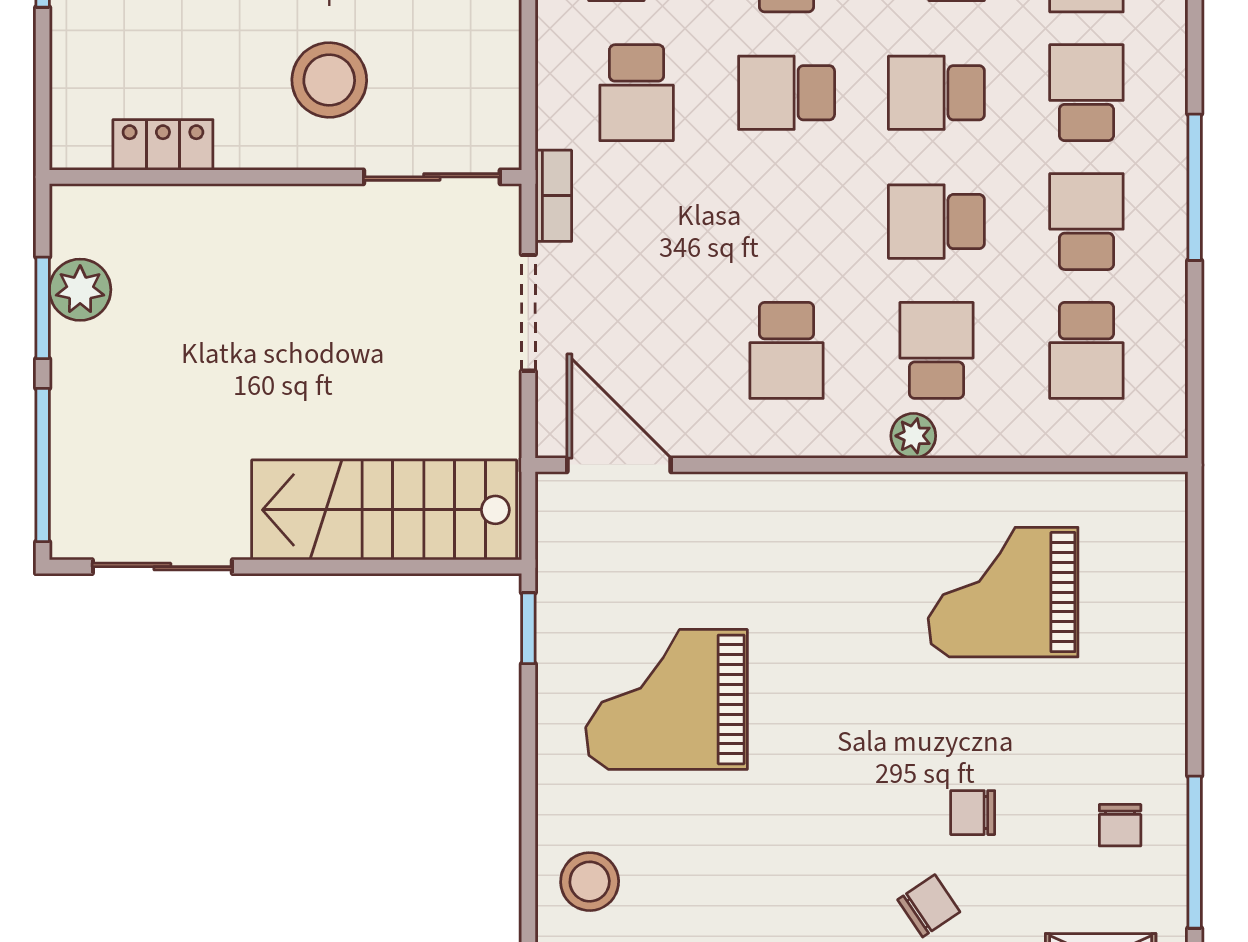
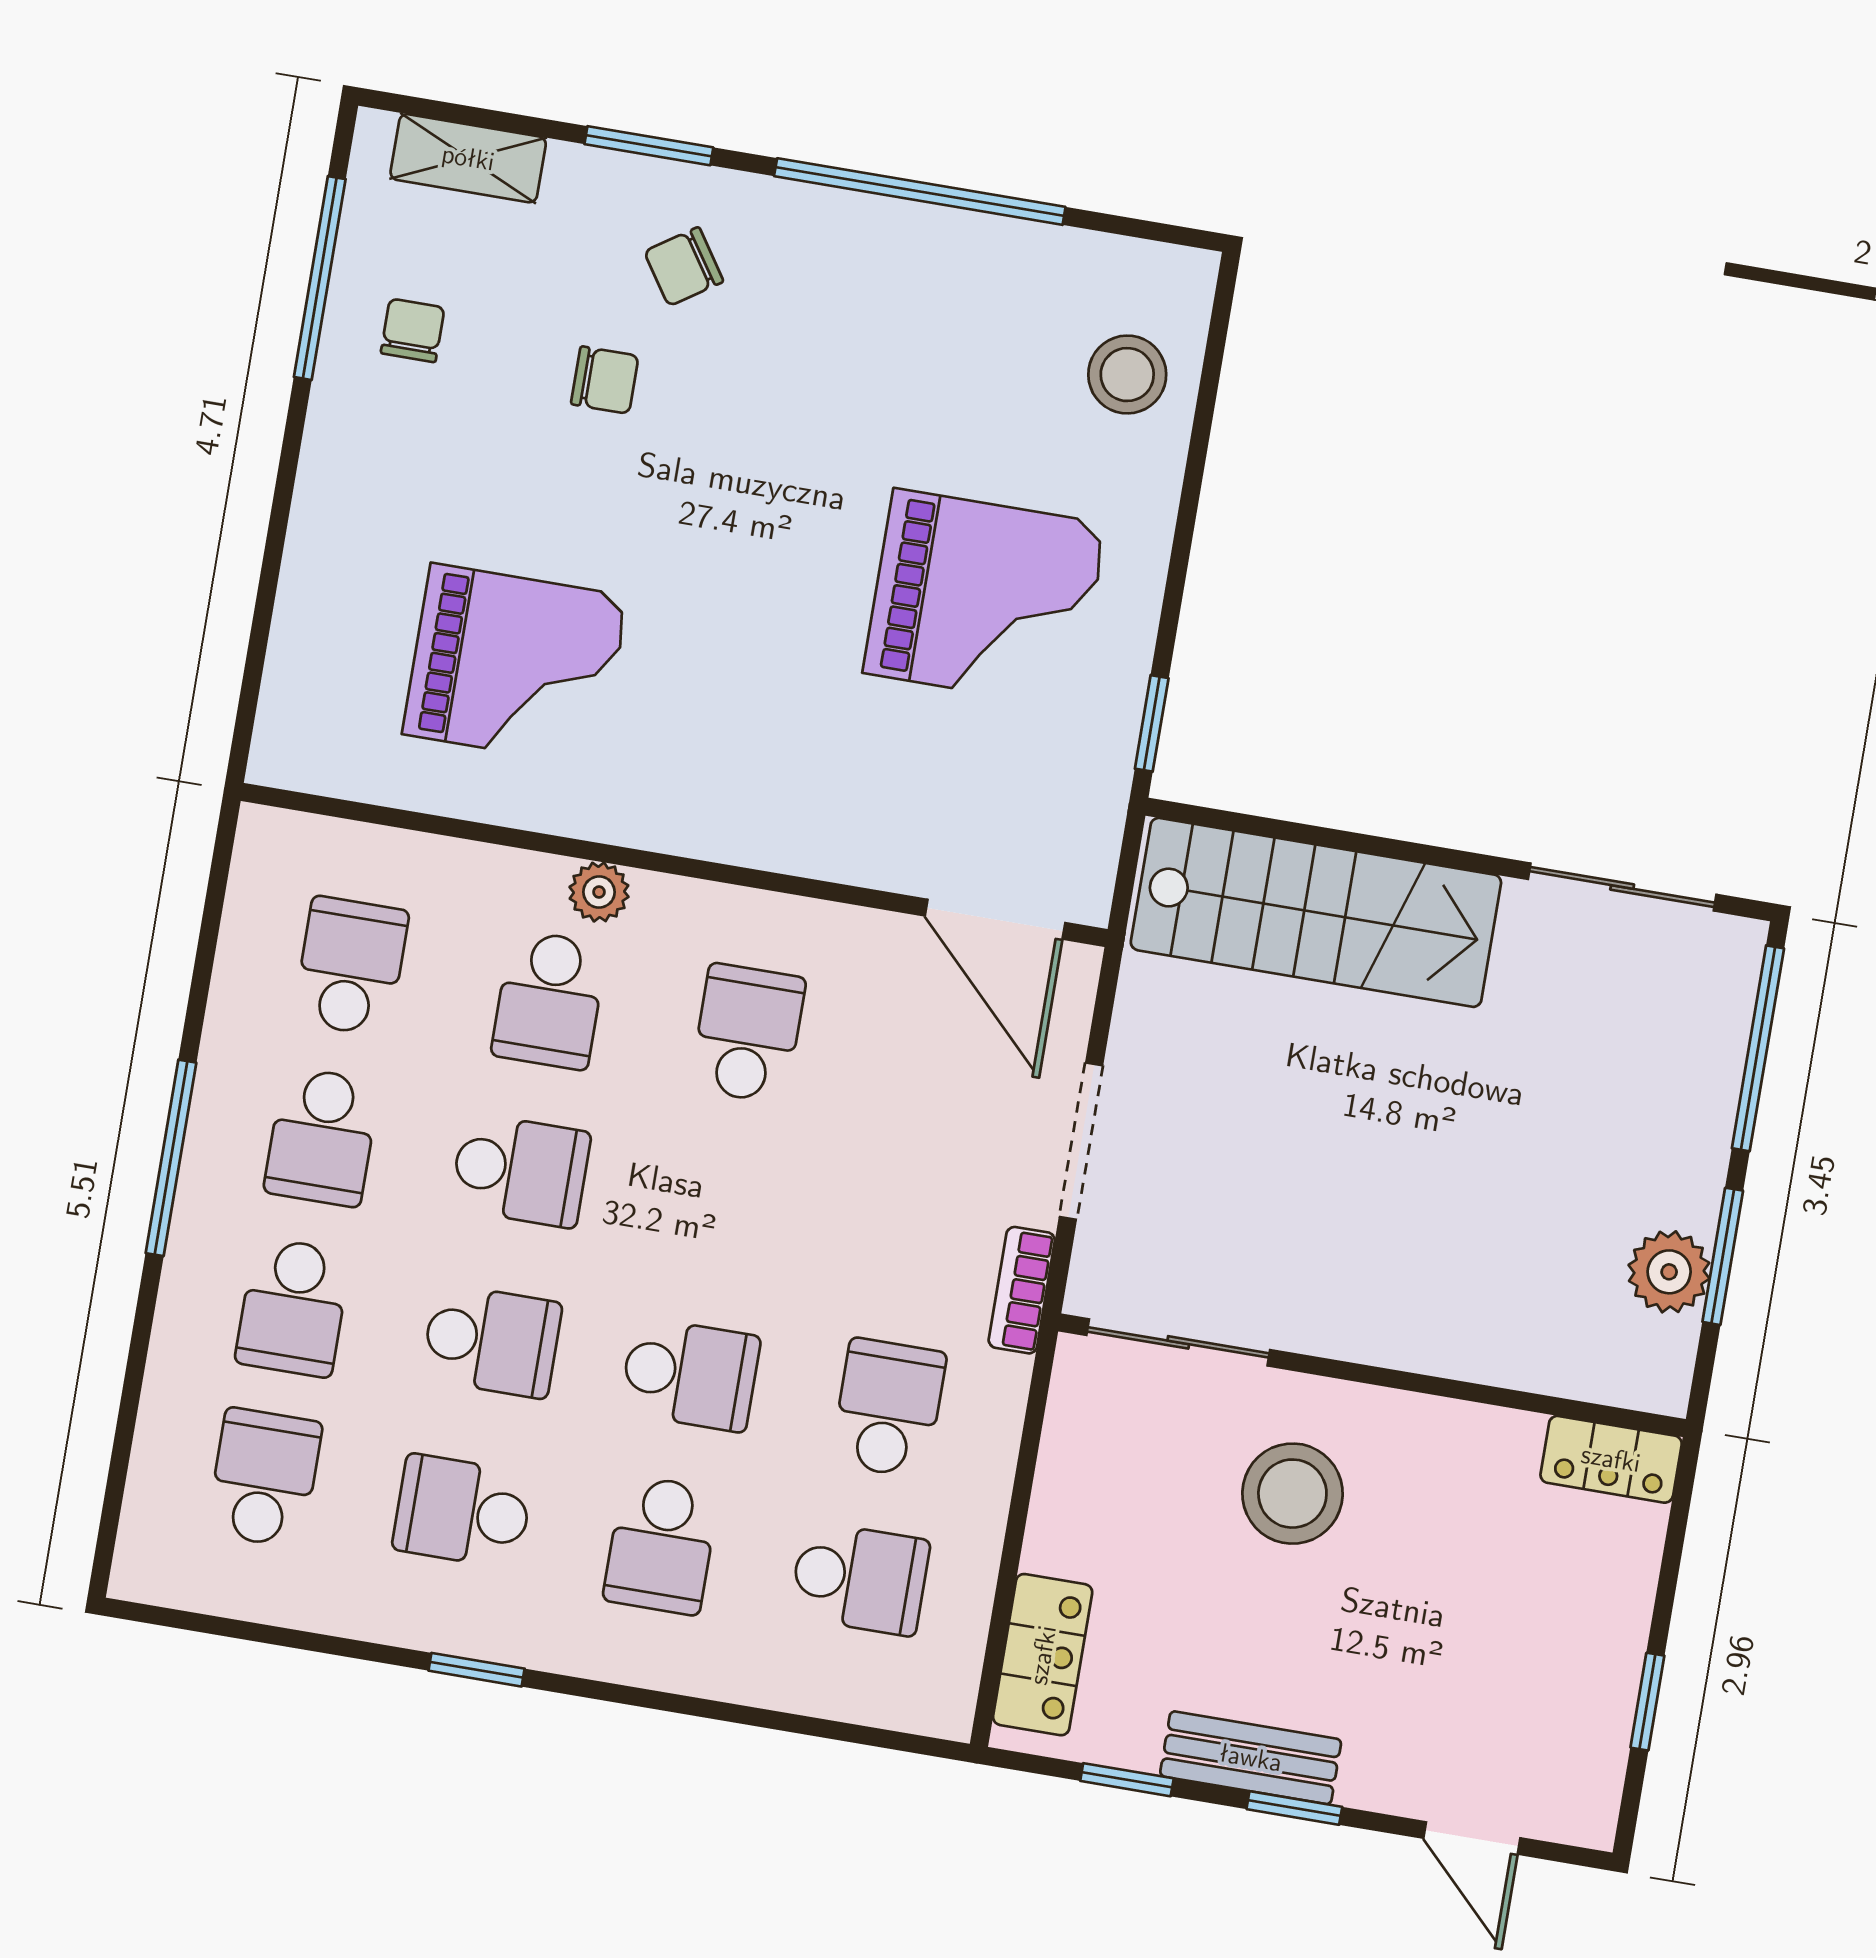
locker: (163, 145) -> (1611, 1459), moved

